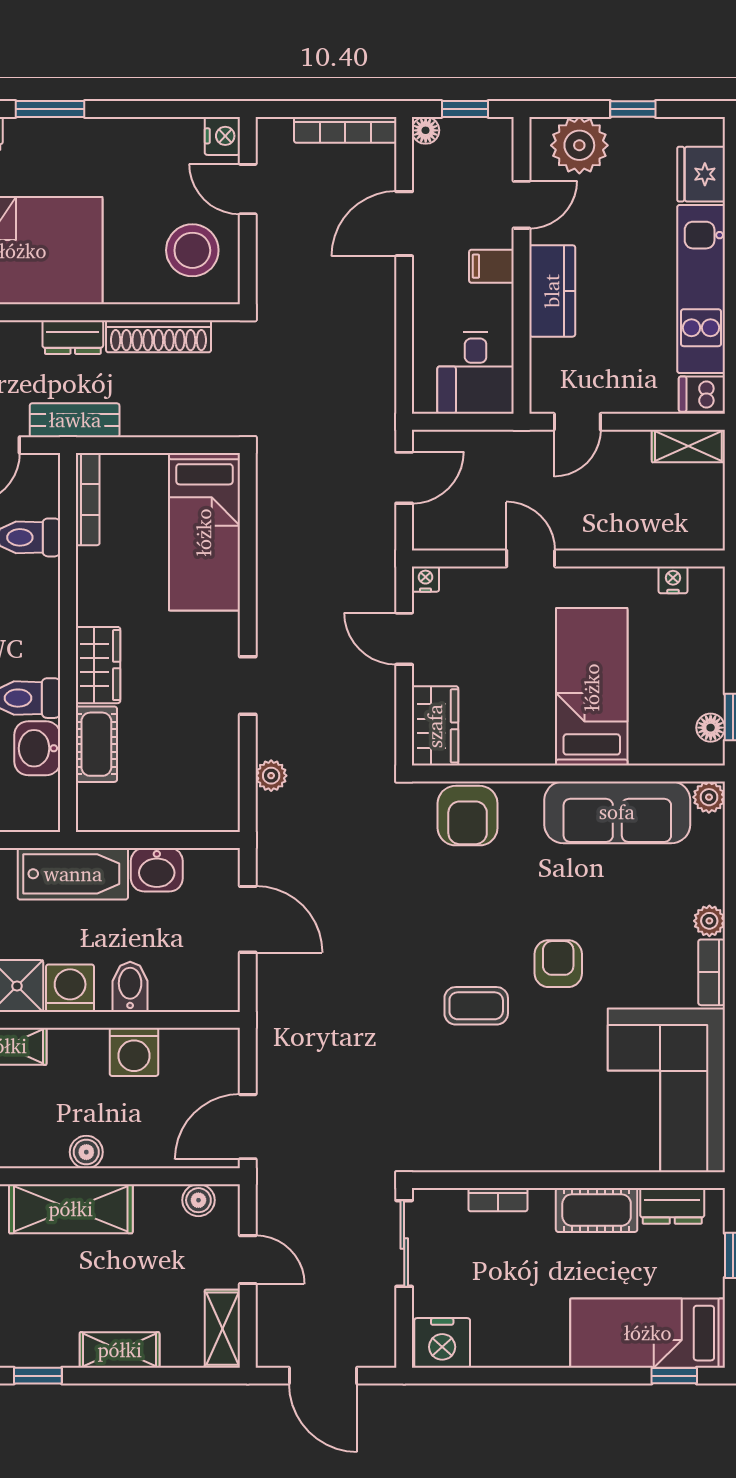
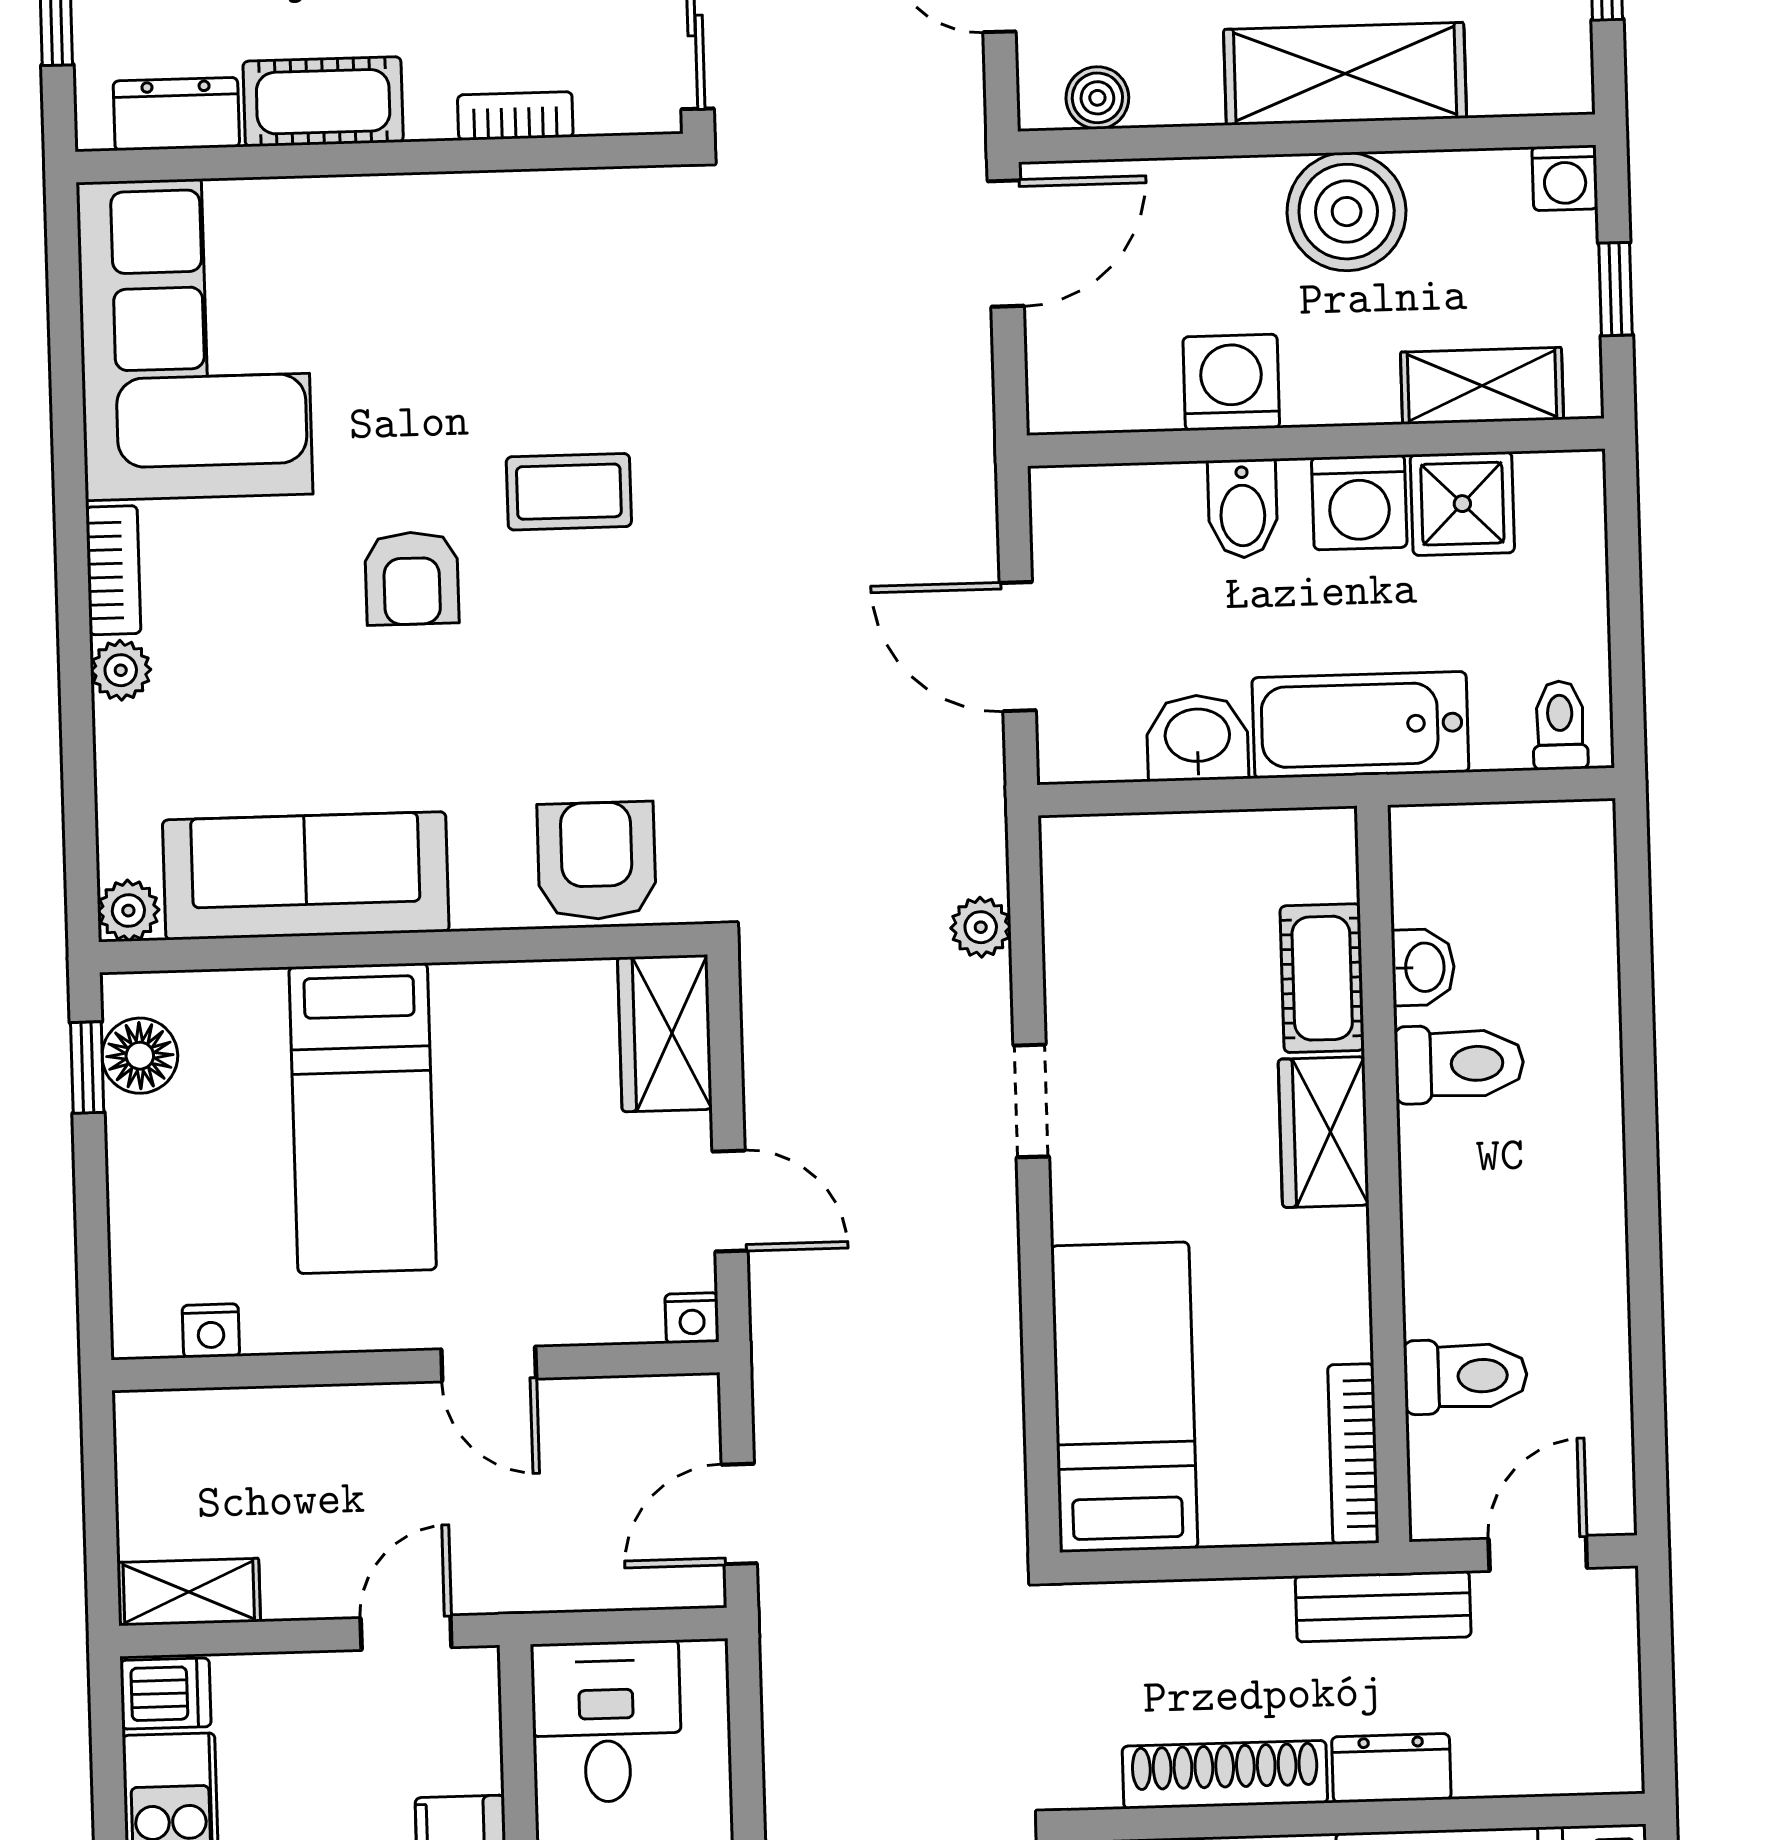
floor lamp: (711, 728) -> (140, 1056), width x1.37, depth x1.37
washbasin: (37, 748) -> (1423, 967), width x0.72, depth x0.69
boiler: (86, 1152) -> (1347, 212), width x1.86, depth x1.86

